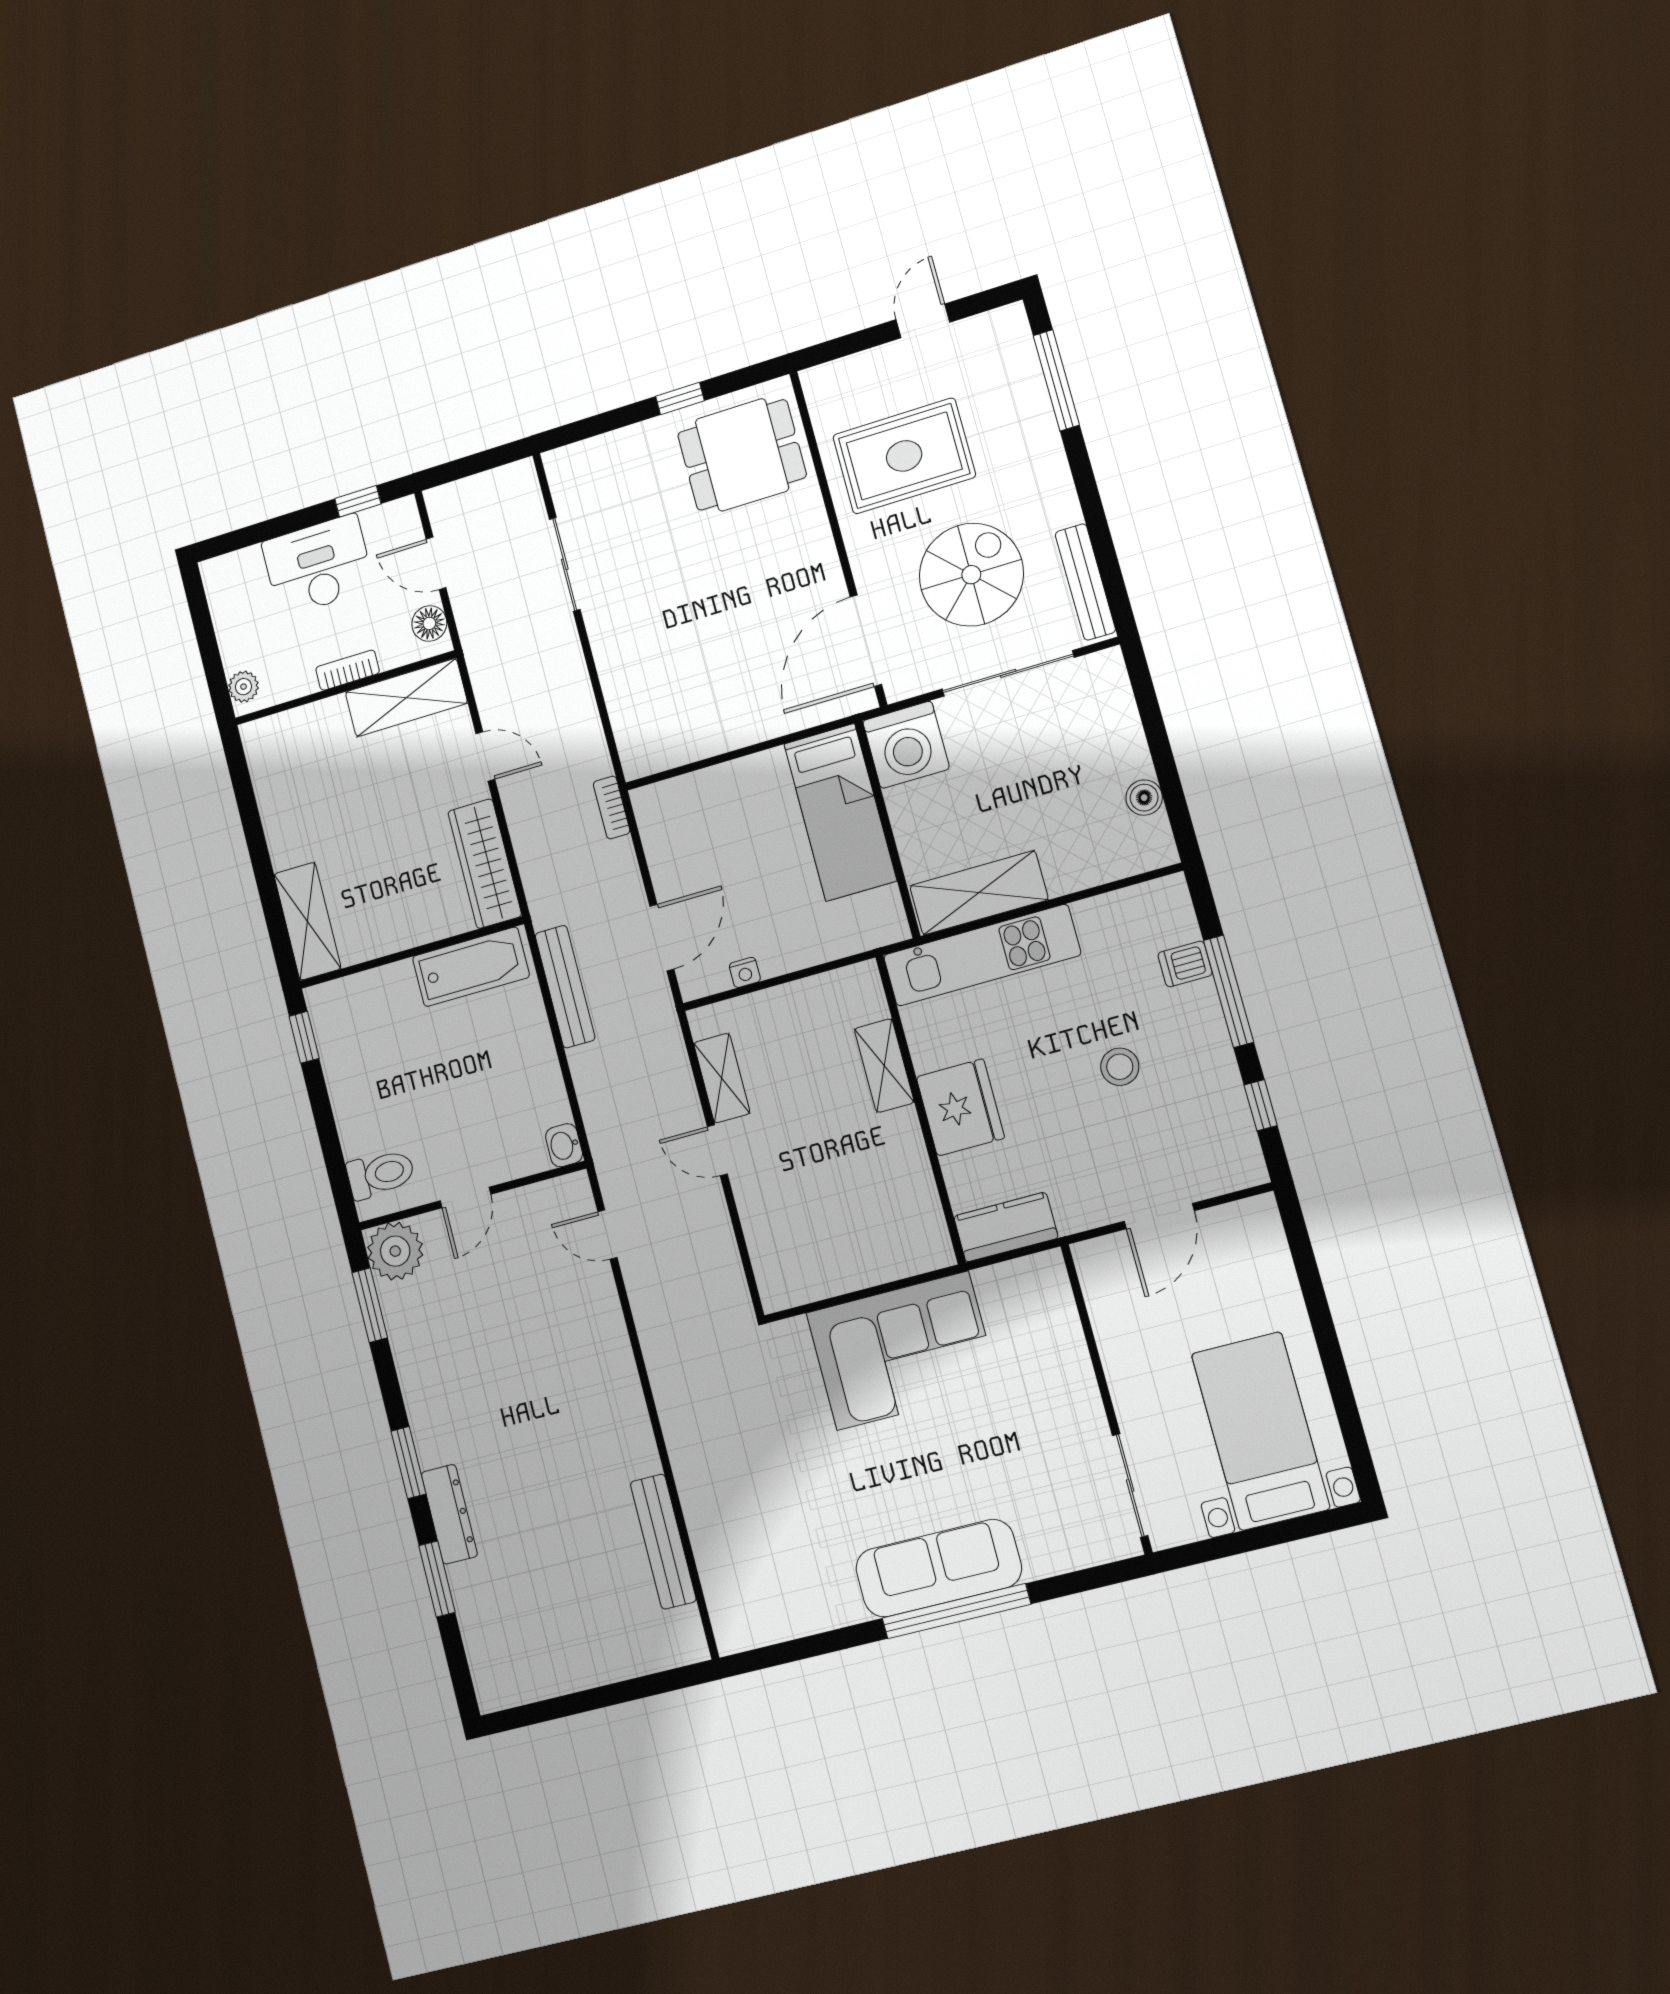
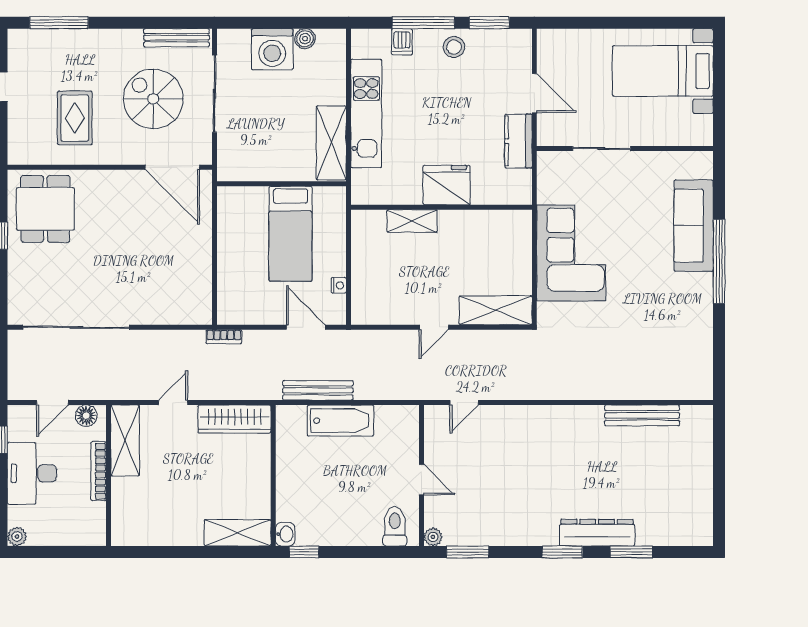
rug: (904, 456) -> (75, 118), width x0.73, depth x0.70
sliding door: (565, 564) -> (76, 327), width x1.86
bookcase: (348, 670) -> (99, 471), width x1.56
plant: (243, 687) -> (17, 536), moved
washing machine: (906, 745) -> (272, 49), moved, turned 90
bed: (840, 812) -> (291, 234), moved, turned 90
kitchen unit: (982, 955) -> (366, 114), moved
bathtub: (471, 967) -> (341, 421), moved, turned 90
stool: (1120, 1067) -> (454, 47), moved
shelving: (722, 1078) -> (496, 310), moved, width x1.50, depth x1.33
window: (1261, 1105) -> (489, 23), width x1.50
washbasin: (564, 1145) -> (285, 534), moved, turned -90
kitchen counter: (1006, 1227) -> (518, 141), moved
plant: (395, 1251) -> (433, 537), width x0.53, depth x0.53
sliding door: (1130, 1486) -> (602, 148), moved
dresser: (449, 1514) -> (597, 533), width x1.37, depth x1.24
sofa: (939, 1568) -> (694, 226), moved

